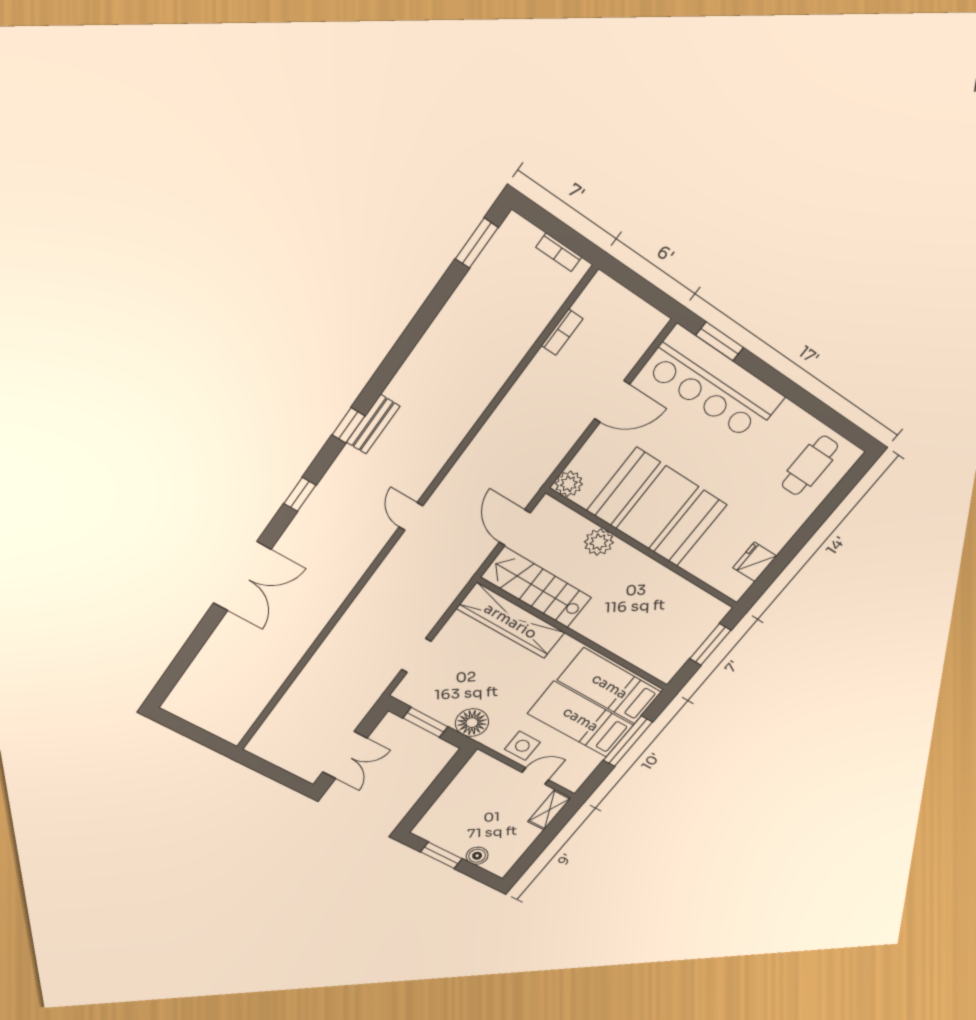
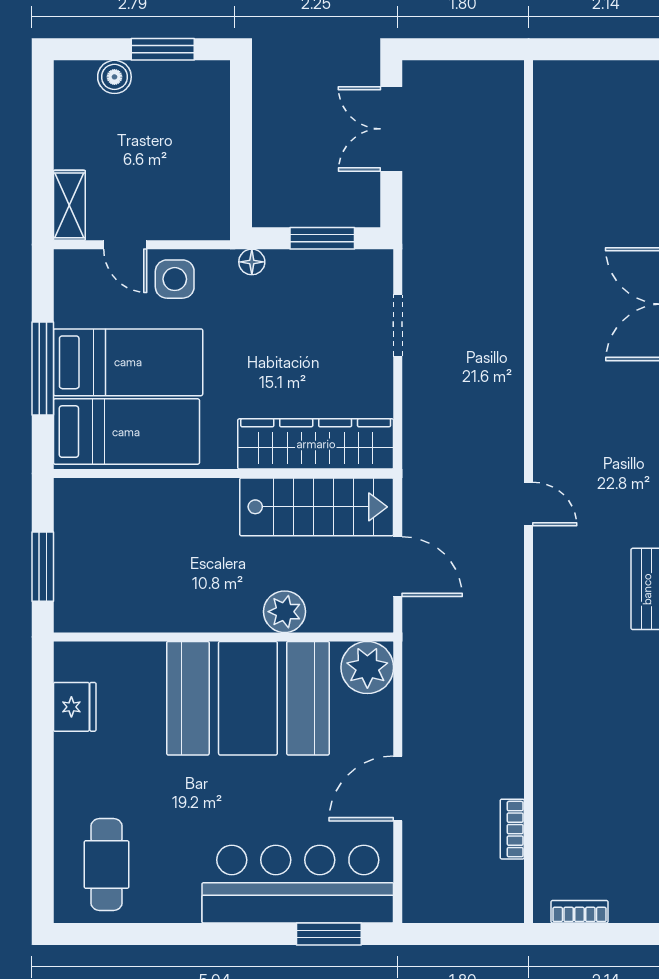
plant: (569, 484) -> (367, 667), width x1.36, depth x1.36
floor lamp: (472, 723) -> (252, 262), width x0.53, depth x0.53
door: (535, 776) -> (125, 245), hinge flipped

